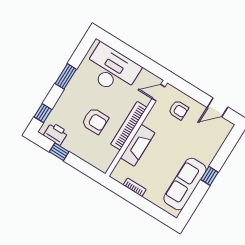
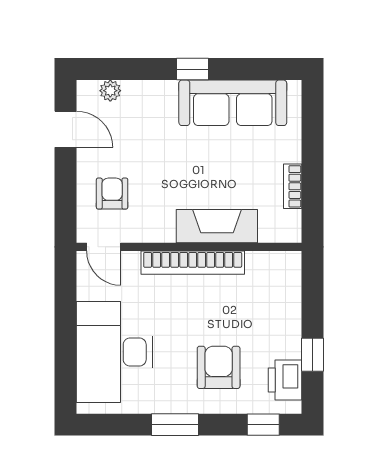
armchair: (95, 121) -> (219, 367), moved
plant: (222, 136) -> (110, 91), added

